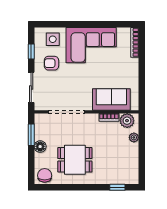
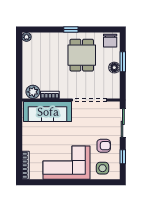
sofa: (111, 100) -> (48, 112), width x1.36
window: (31, 135) -> (123, 62), moved
plant: (134, 137) -> (27, 37), moved
dining table: (75, 160) -> (82, 55), turned 90
window: (117, 187) -> (71, 29), moved

